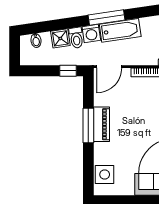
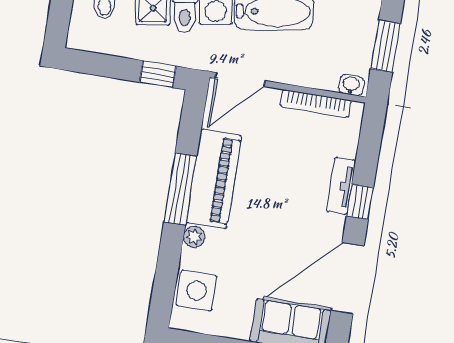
piano: (102, 124) -> (214, 179), width x1.37, depth x1.33
plant: (99, 148) -> (194, 237), added

